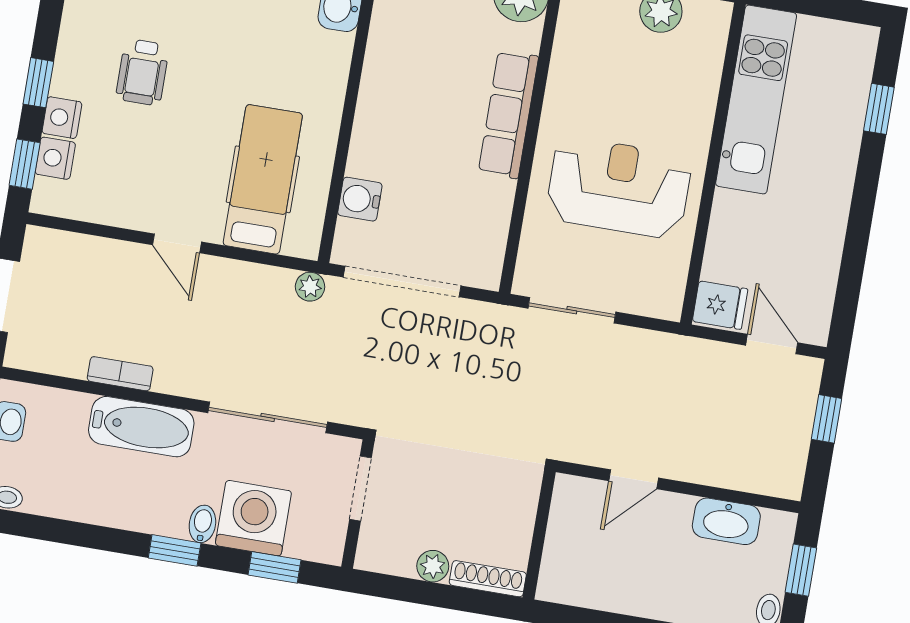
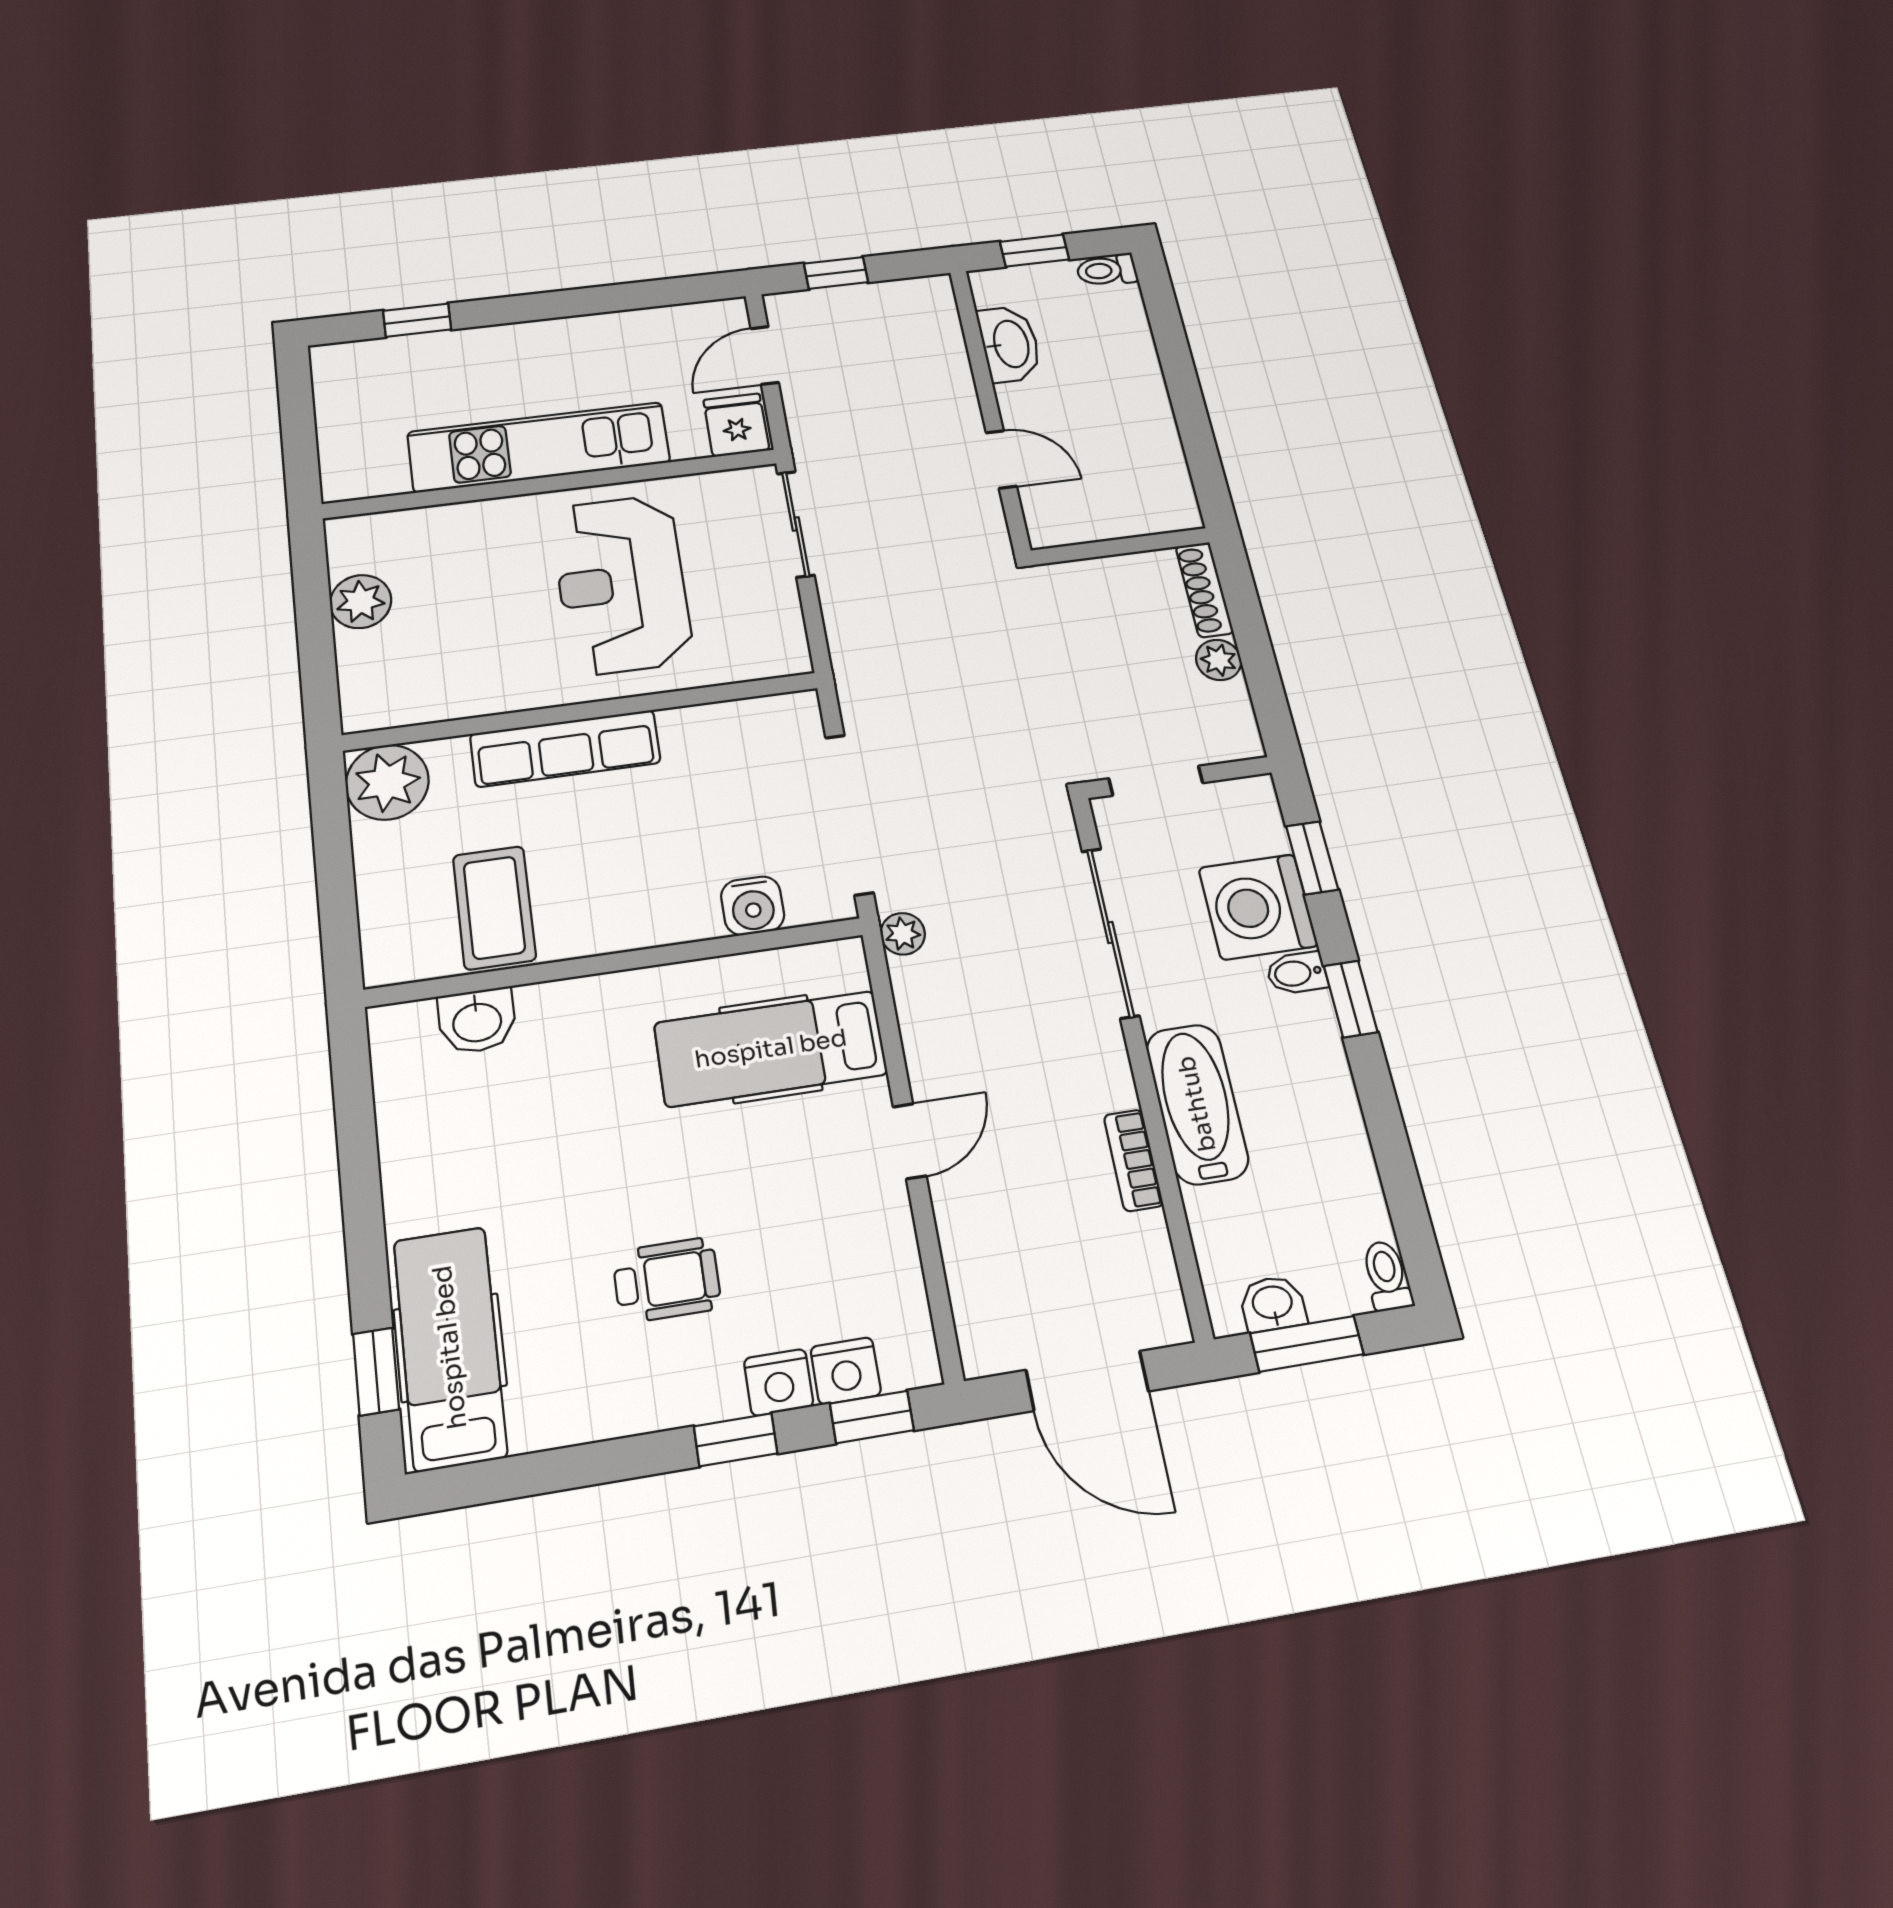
coffee table: (412, 38) -> (494, 908), added
kitchen unit: (756, 99) -> (539, 447), moved
sliding door: (572, 310) -> (796, 524), moved

